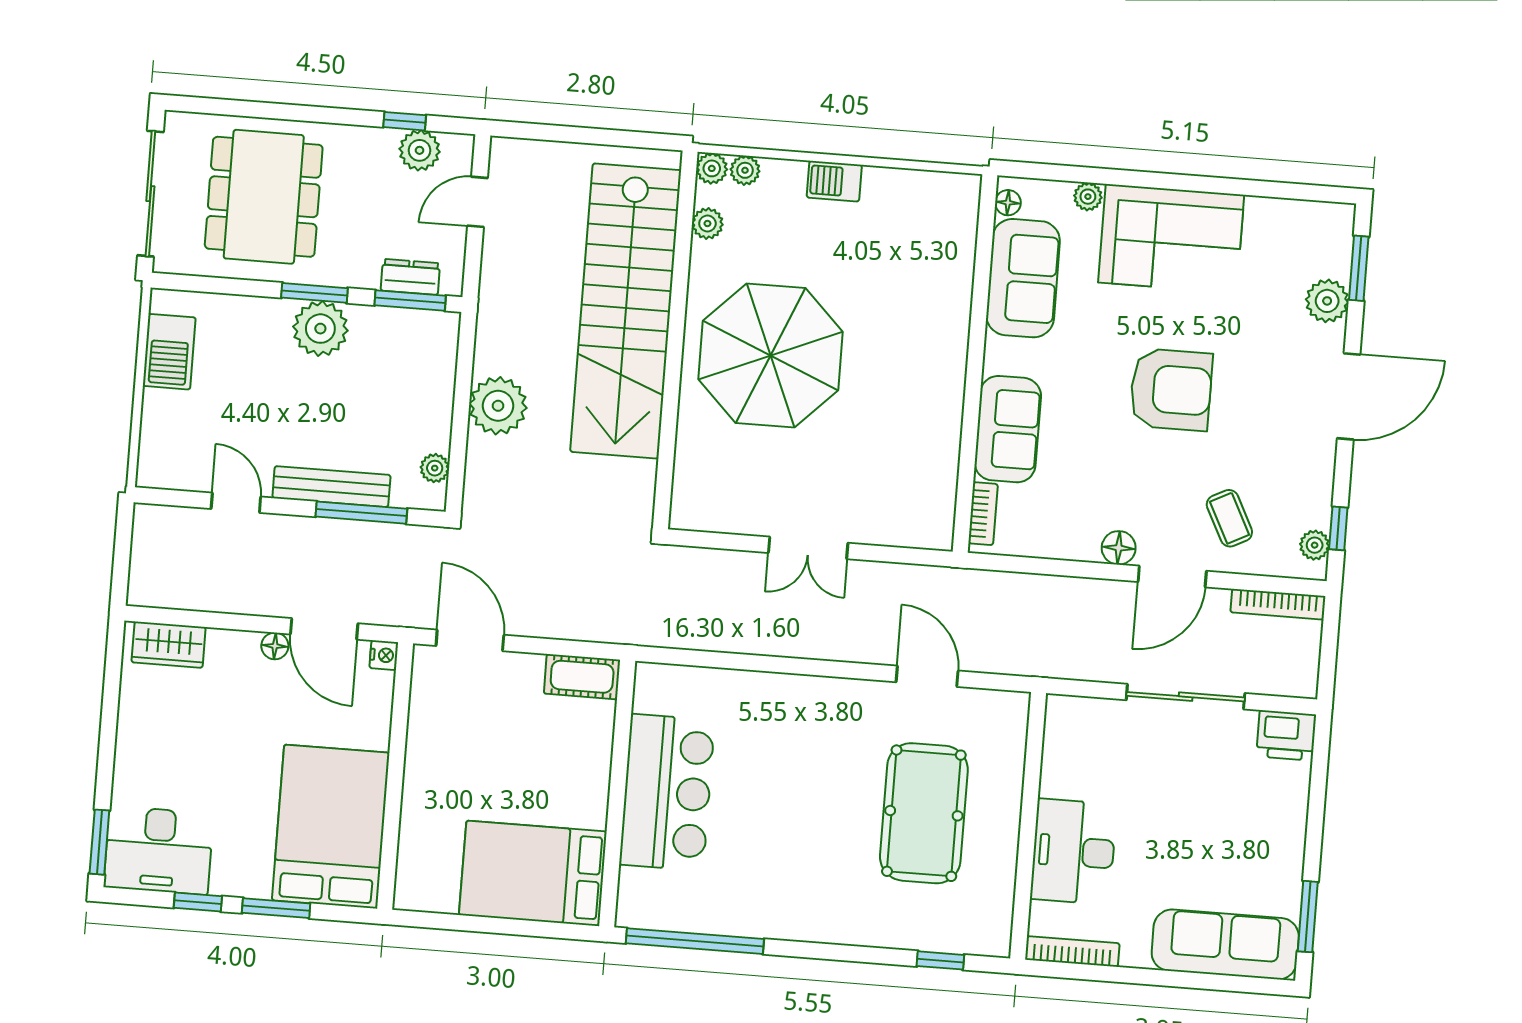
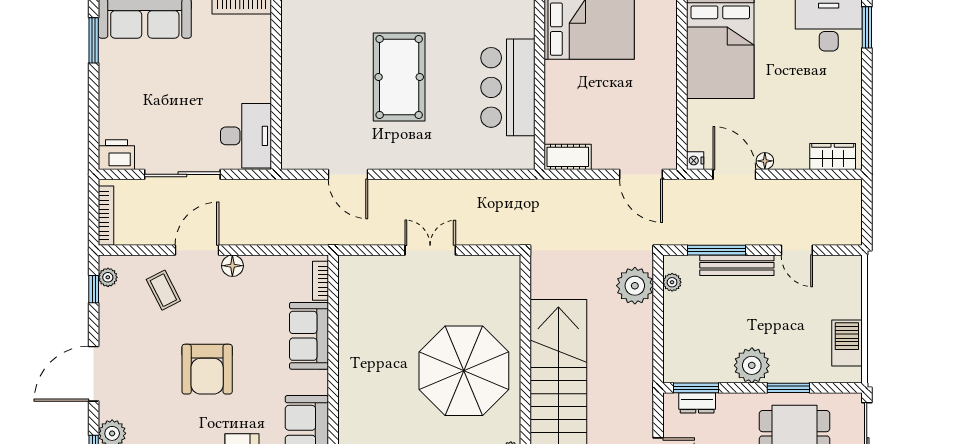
window: (314, 293) -> (788, 388), moved
armchair: (1171, 390) -> (207, 369), turned -90
plant: (498, 406) -> (635, 286), moved
bookcase: (1278, 604) -> (106, 216), moved, turned 90
pool table: (924, 813) -> (399, 77), moved
desk: (1073, 851) -> (246, 136), moved

